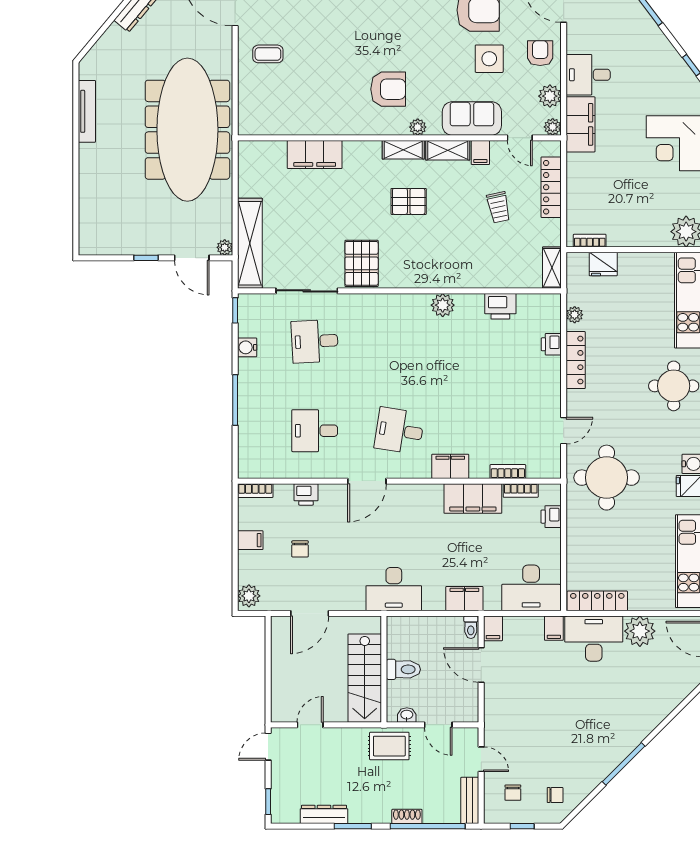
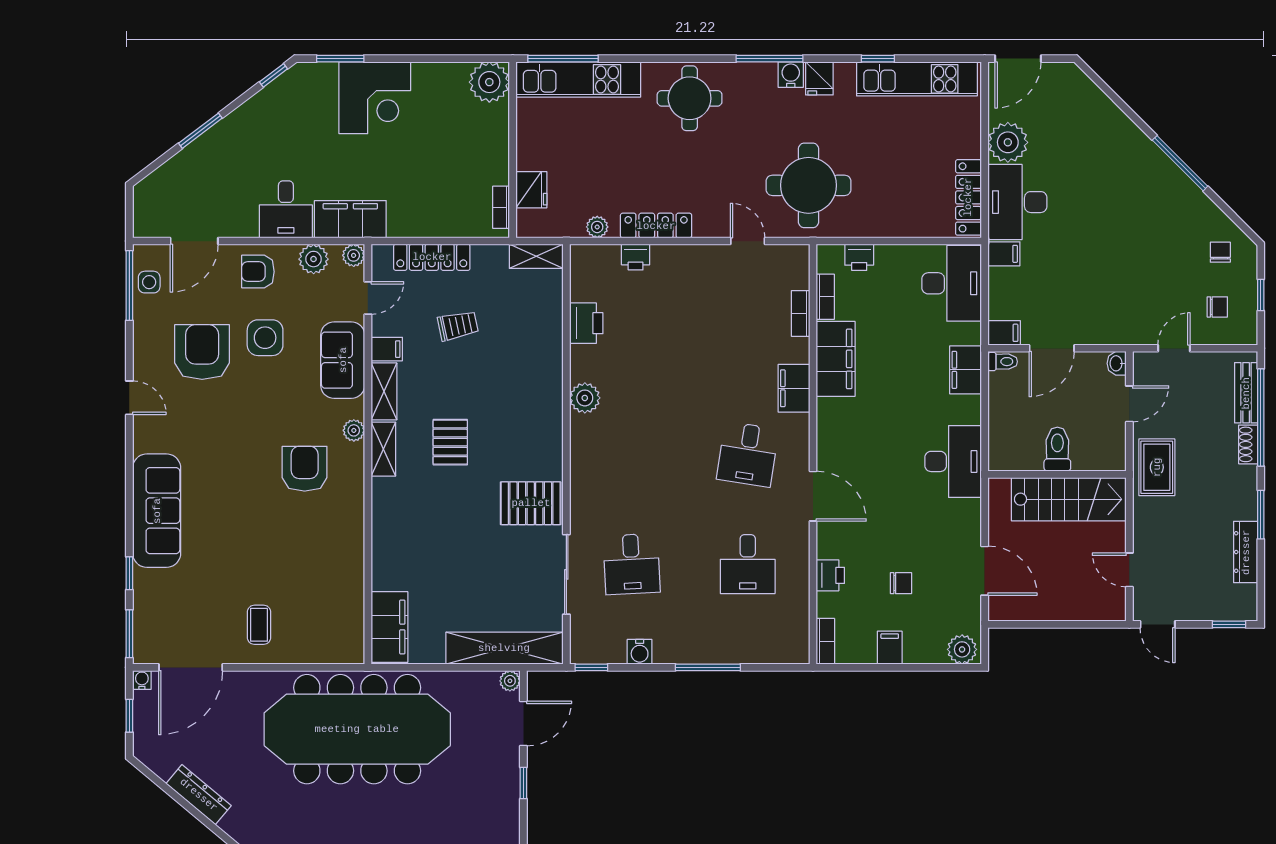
filing cabinet: (315, 155) -> (389, 627), moved
washbasin: (407, 715) -> (1117, 363), moved
bench: (470, 800) -> (1246, 393), moved, turned 90

